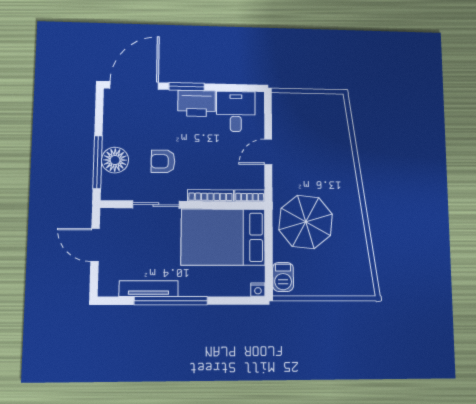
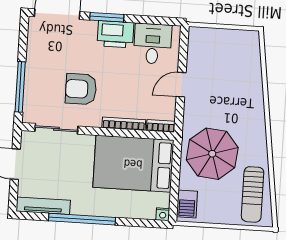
floor lamp: (115, 160) -> (36, 86), removed
armchair: (163, 161) -> (81, 89), width x1.38, depth x1.38
sliding door: (156, 205) -> (56, 129), moved
sun lounger: (351, 262) -> (253, 194), added
tv unit: (149, 289) -> (43, 206), moved

